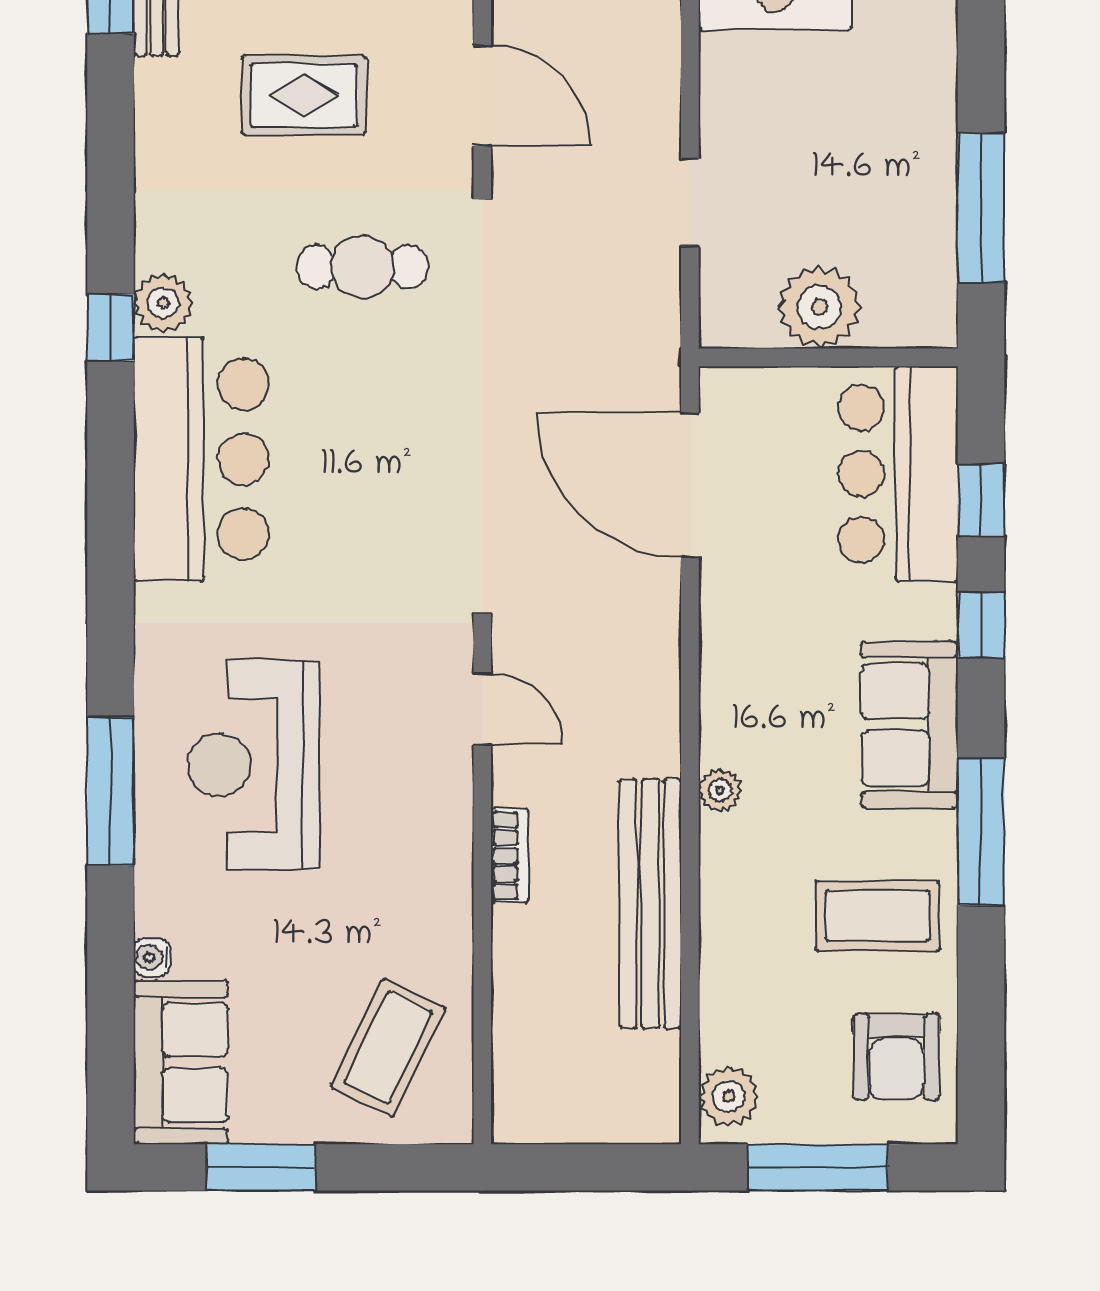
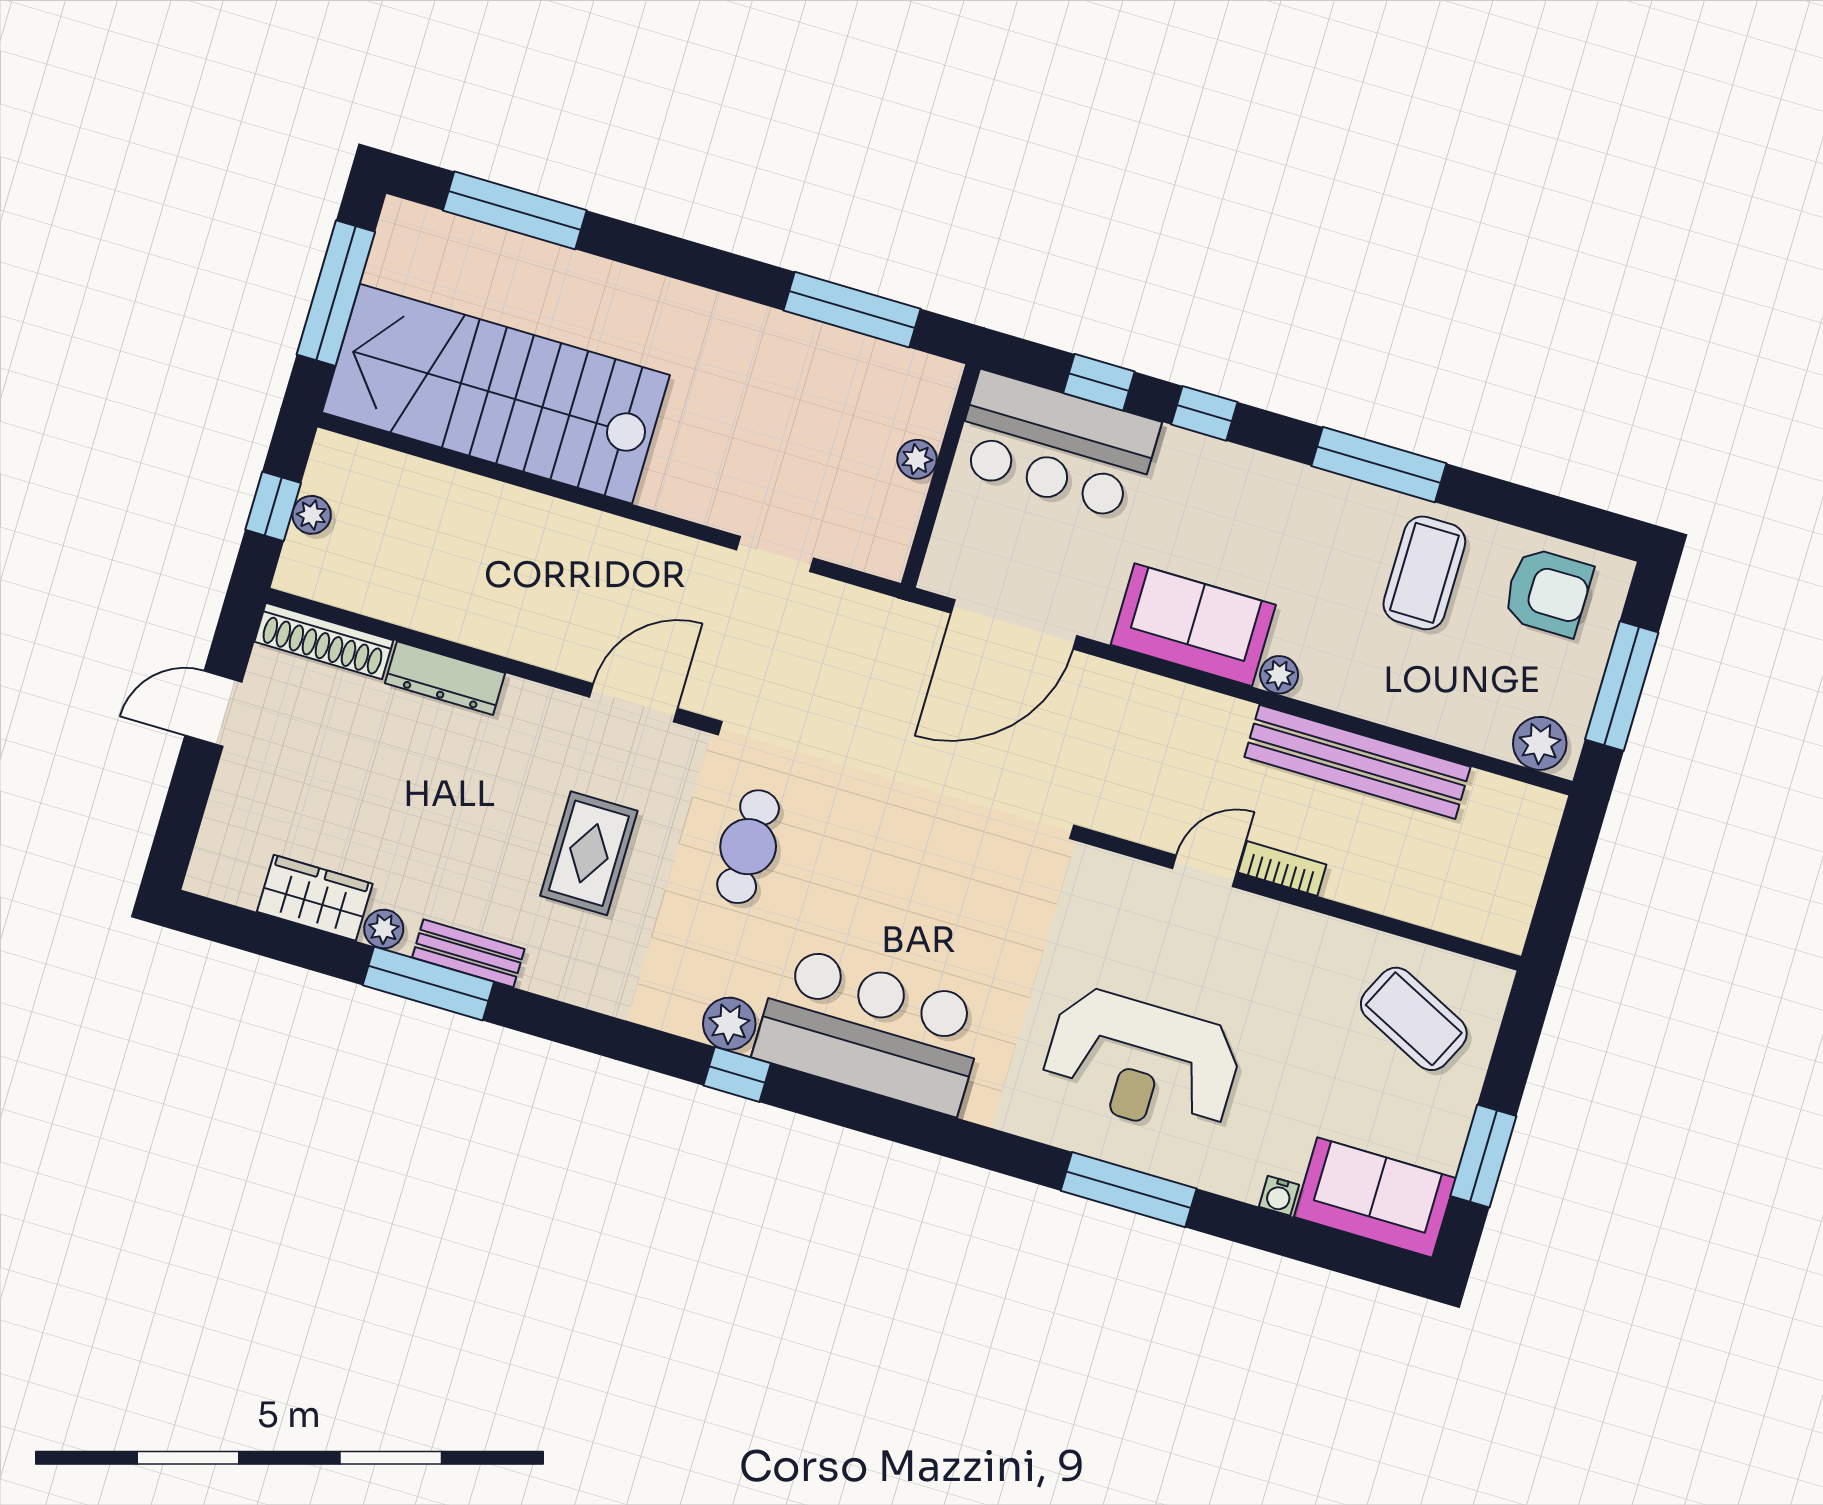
plant: (819, 307) -> (917, 459), width x0.53, depth x0.53
door: (482, 709) -> (1204, 871), moved
sofa: (910, 725) -> (1193, 625), moved, turned 180

